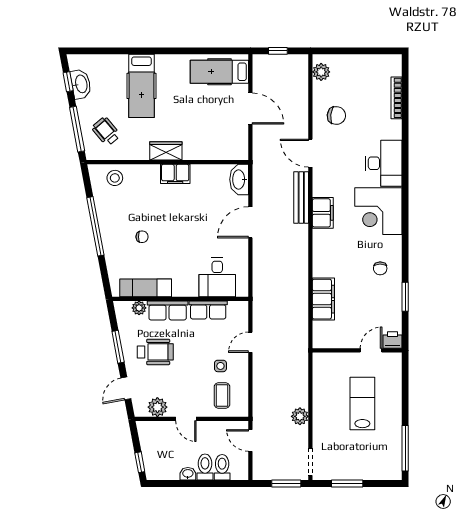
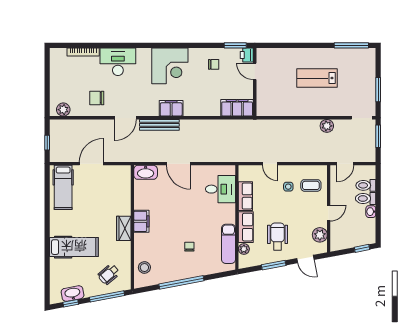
chair: (336, 116) -> (97, 98), turned -96
desk: (384, 163) -> (118, 62), moved
printer: (392, 340) -> (247, 55), moved
wall: (357, 350) -> (255, 82), moved
door: (371, 350) -> (255, 71), moved

